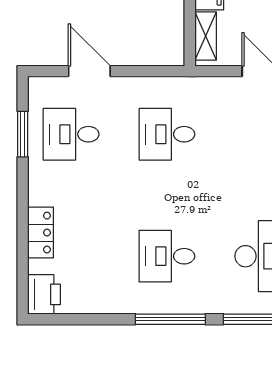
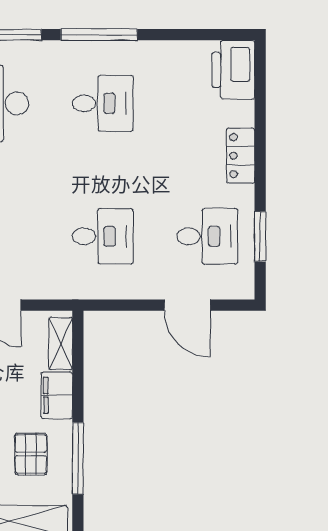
locker: (41, 233) -> (241, 156), moved
printer: (44, 294) -> (233, 70), width x1.37, depth x1.19

